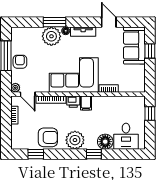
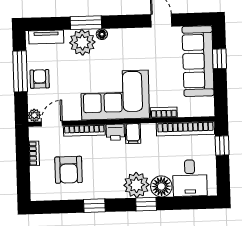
tv unit: (83, 32) -> (46, 37), moved
sofa: (134, 45) -> (198, 61), width x1.36
door: (28, 94) -> (52, 124), swing flipped
bookcase: (124, 101) -> (185, 129), added
armchair: (48, 137) -> (69, 170), moved, turned 90
plant: (75, 140) -> (136, 185), moved
window: (36, 154) -> (94, 206), moved

